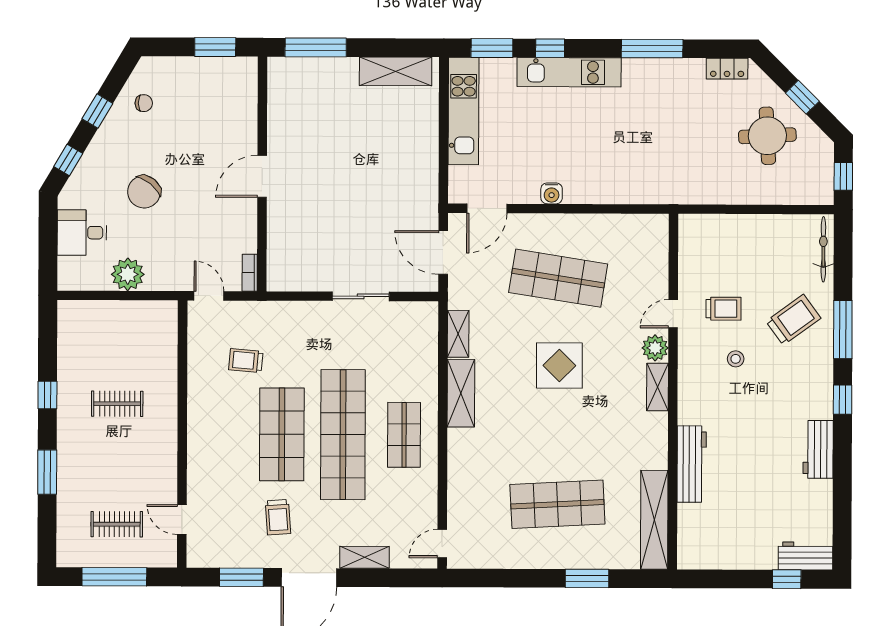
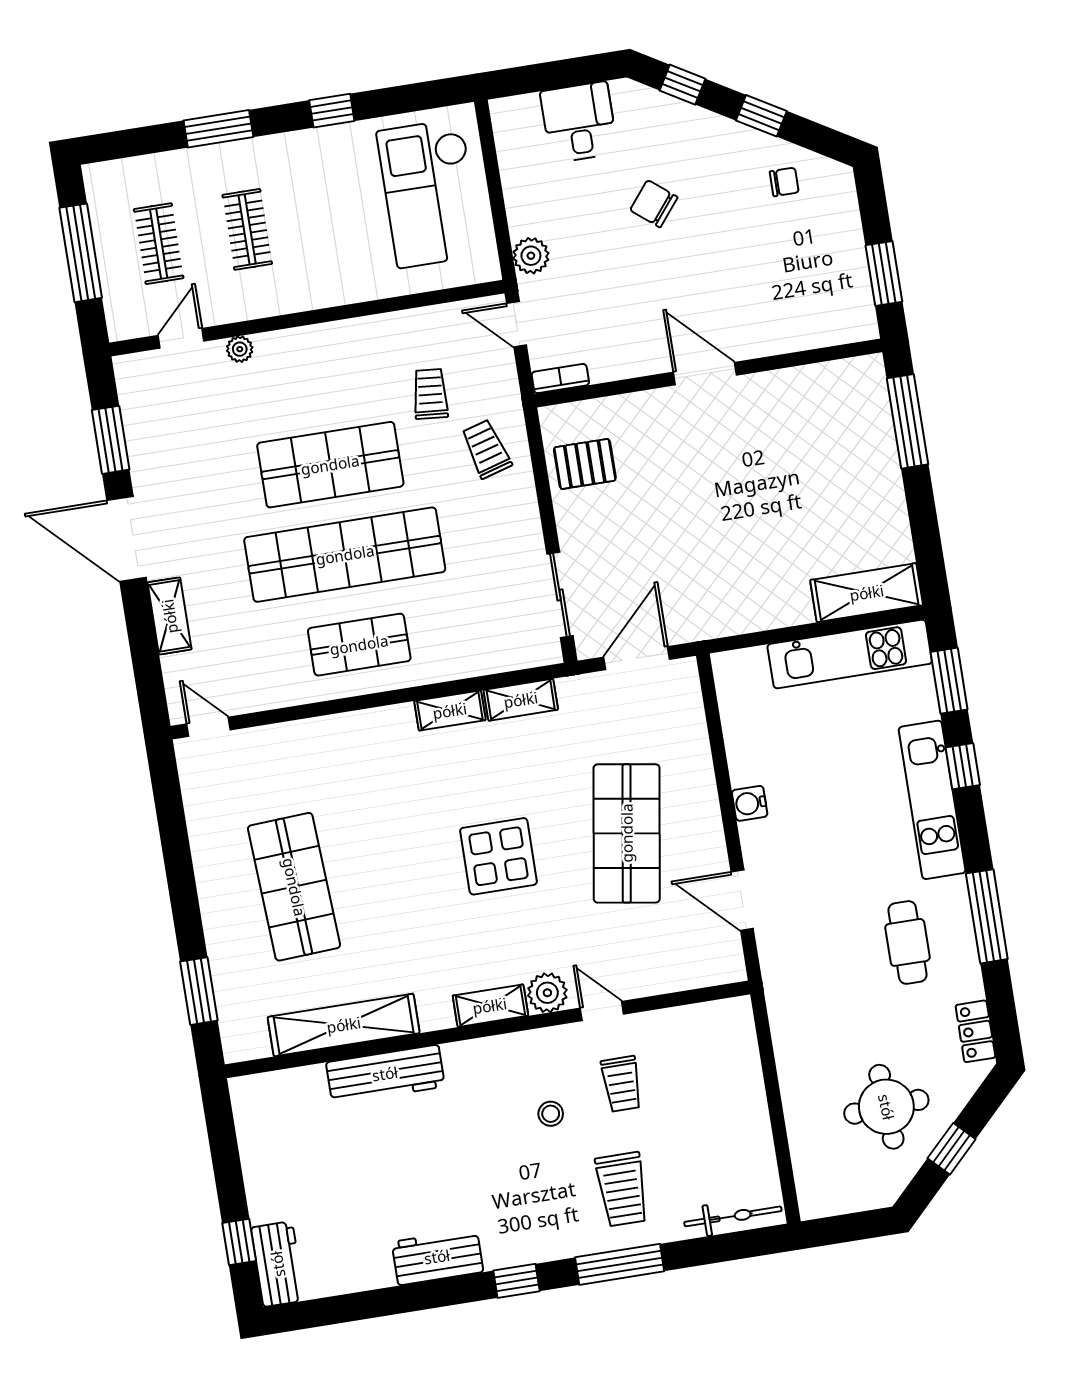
shelving: (396, 71) -> (867, 593), moved, turned 90
chair: (144, 103) -> (784, 182), turned -90
cafe table: (661, 104) -> (907, 942), added
window: (843, 176) -> (845, 1228), removed
chair: (144, 192) -> (654, 204), width x0.73, depth x0.73
door: (487, 208) -> (742, 900), moved
pallet: (309, 266) -> (585, 464), added
plant: (128, 274) -> (531, 256), moved, width x0.73, depth x0.73
door: (209, 296) -> (517, 324), swing flipped
sliding door: (361, 296) -> (560, 595), moved
trolley: (793, 320) -> (622, 1189), turned 36
checkout: (113, 339) -> (430, 193), added
shelving: (461, 393) -> (450, 711), width x0.67, depth x0.75
clothes rail: (117, 404) -> (247, 229), moved
plant: (195, 482) -> (240, 349), added
trolley: (278, 517) -> (486, 449), moved, turned 78
shelving: (654, 520) -> (344, 1025), moved
window: (587, 578) -> (199, 991), moved

